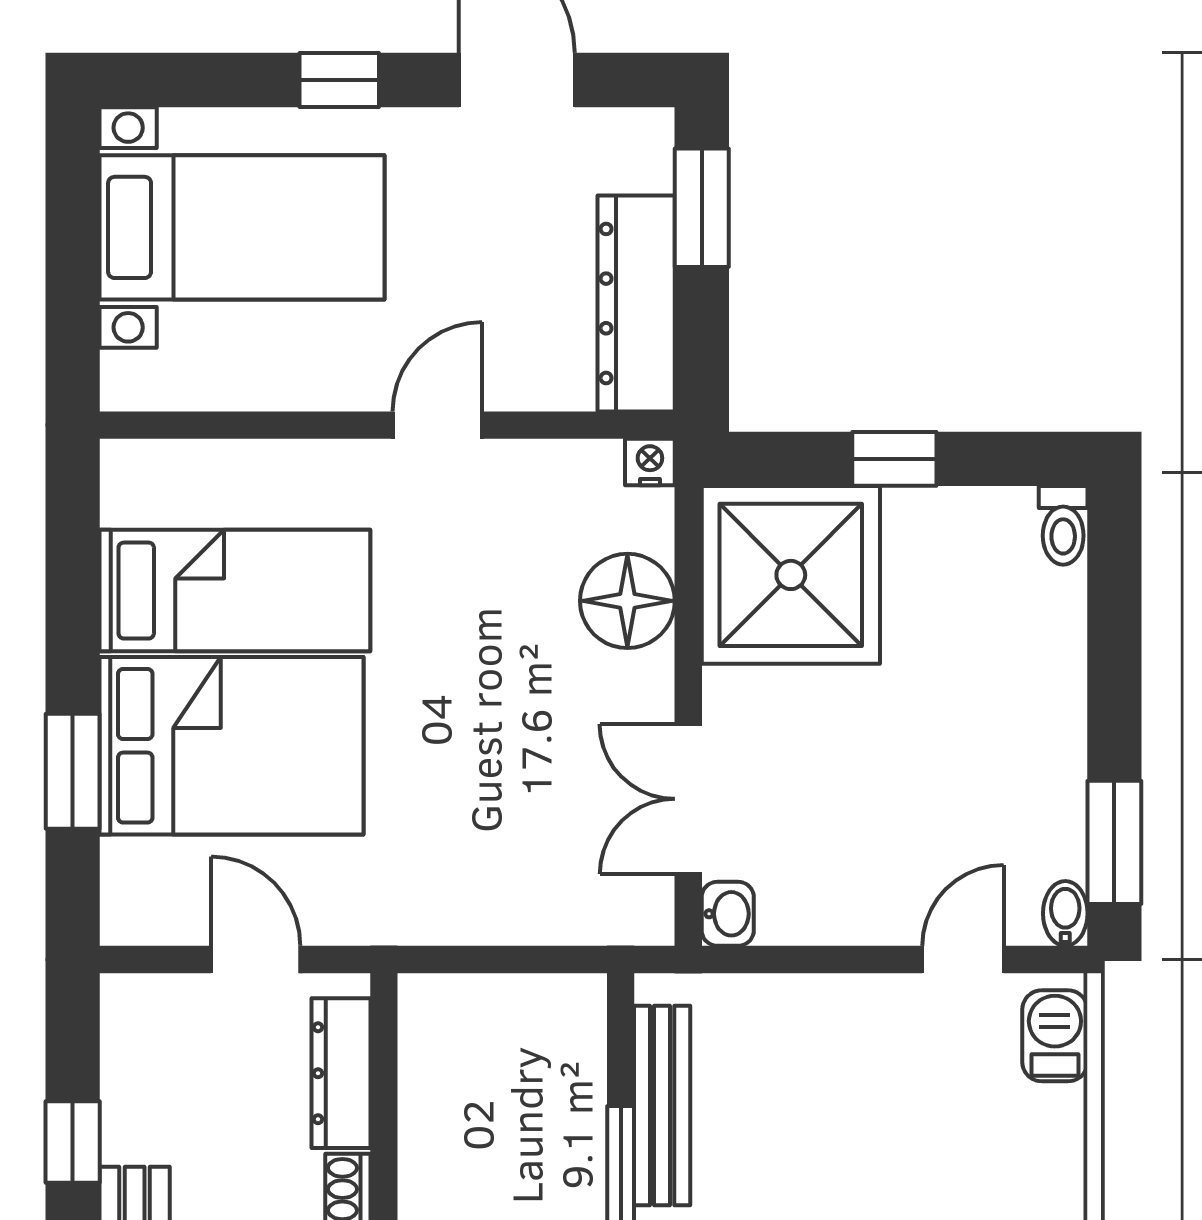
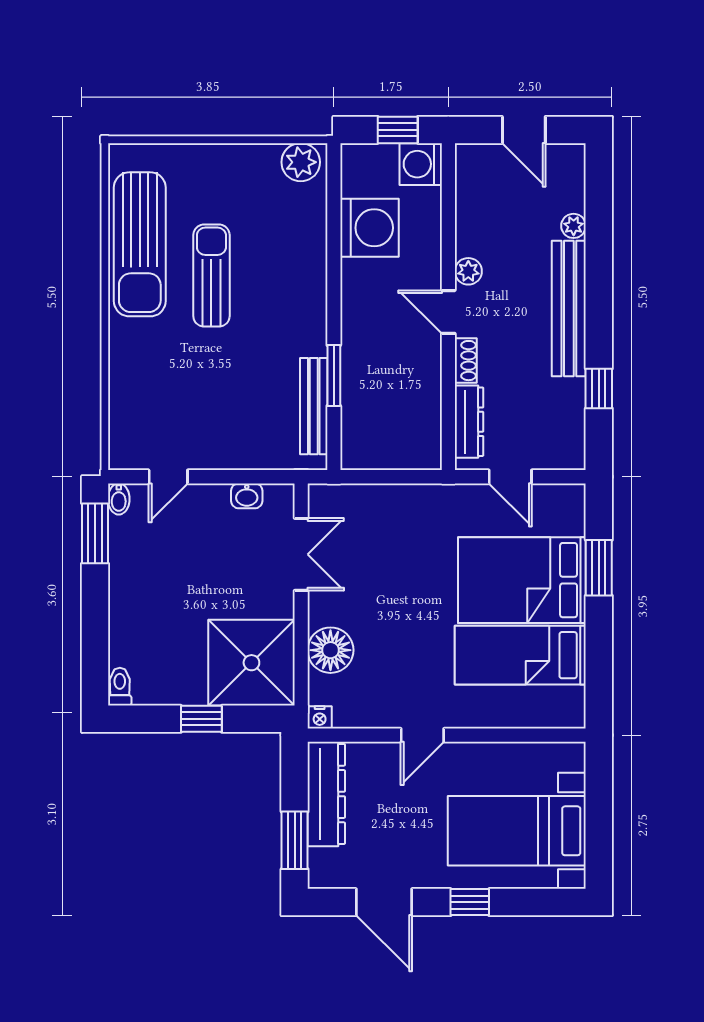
washbasin: (728, 914) -> (247, 496), moved, turned -90
barbecue: (1055, 1036) -> (124, 440), removed

